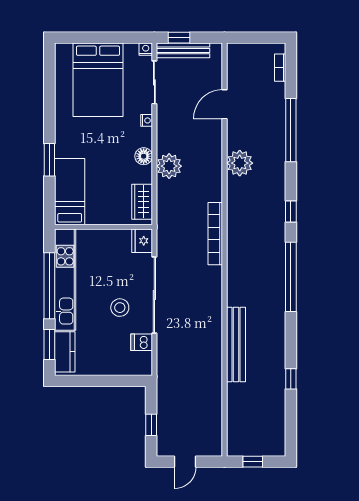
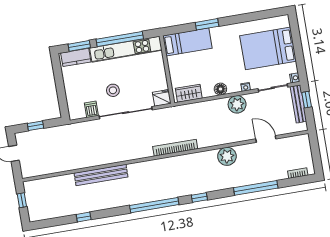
plant: (169, 166) -> (237, 104), moved

